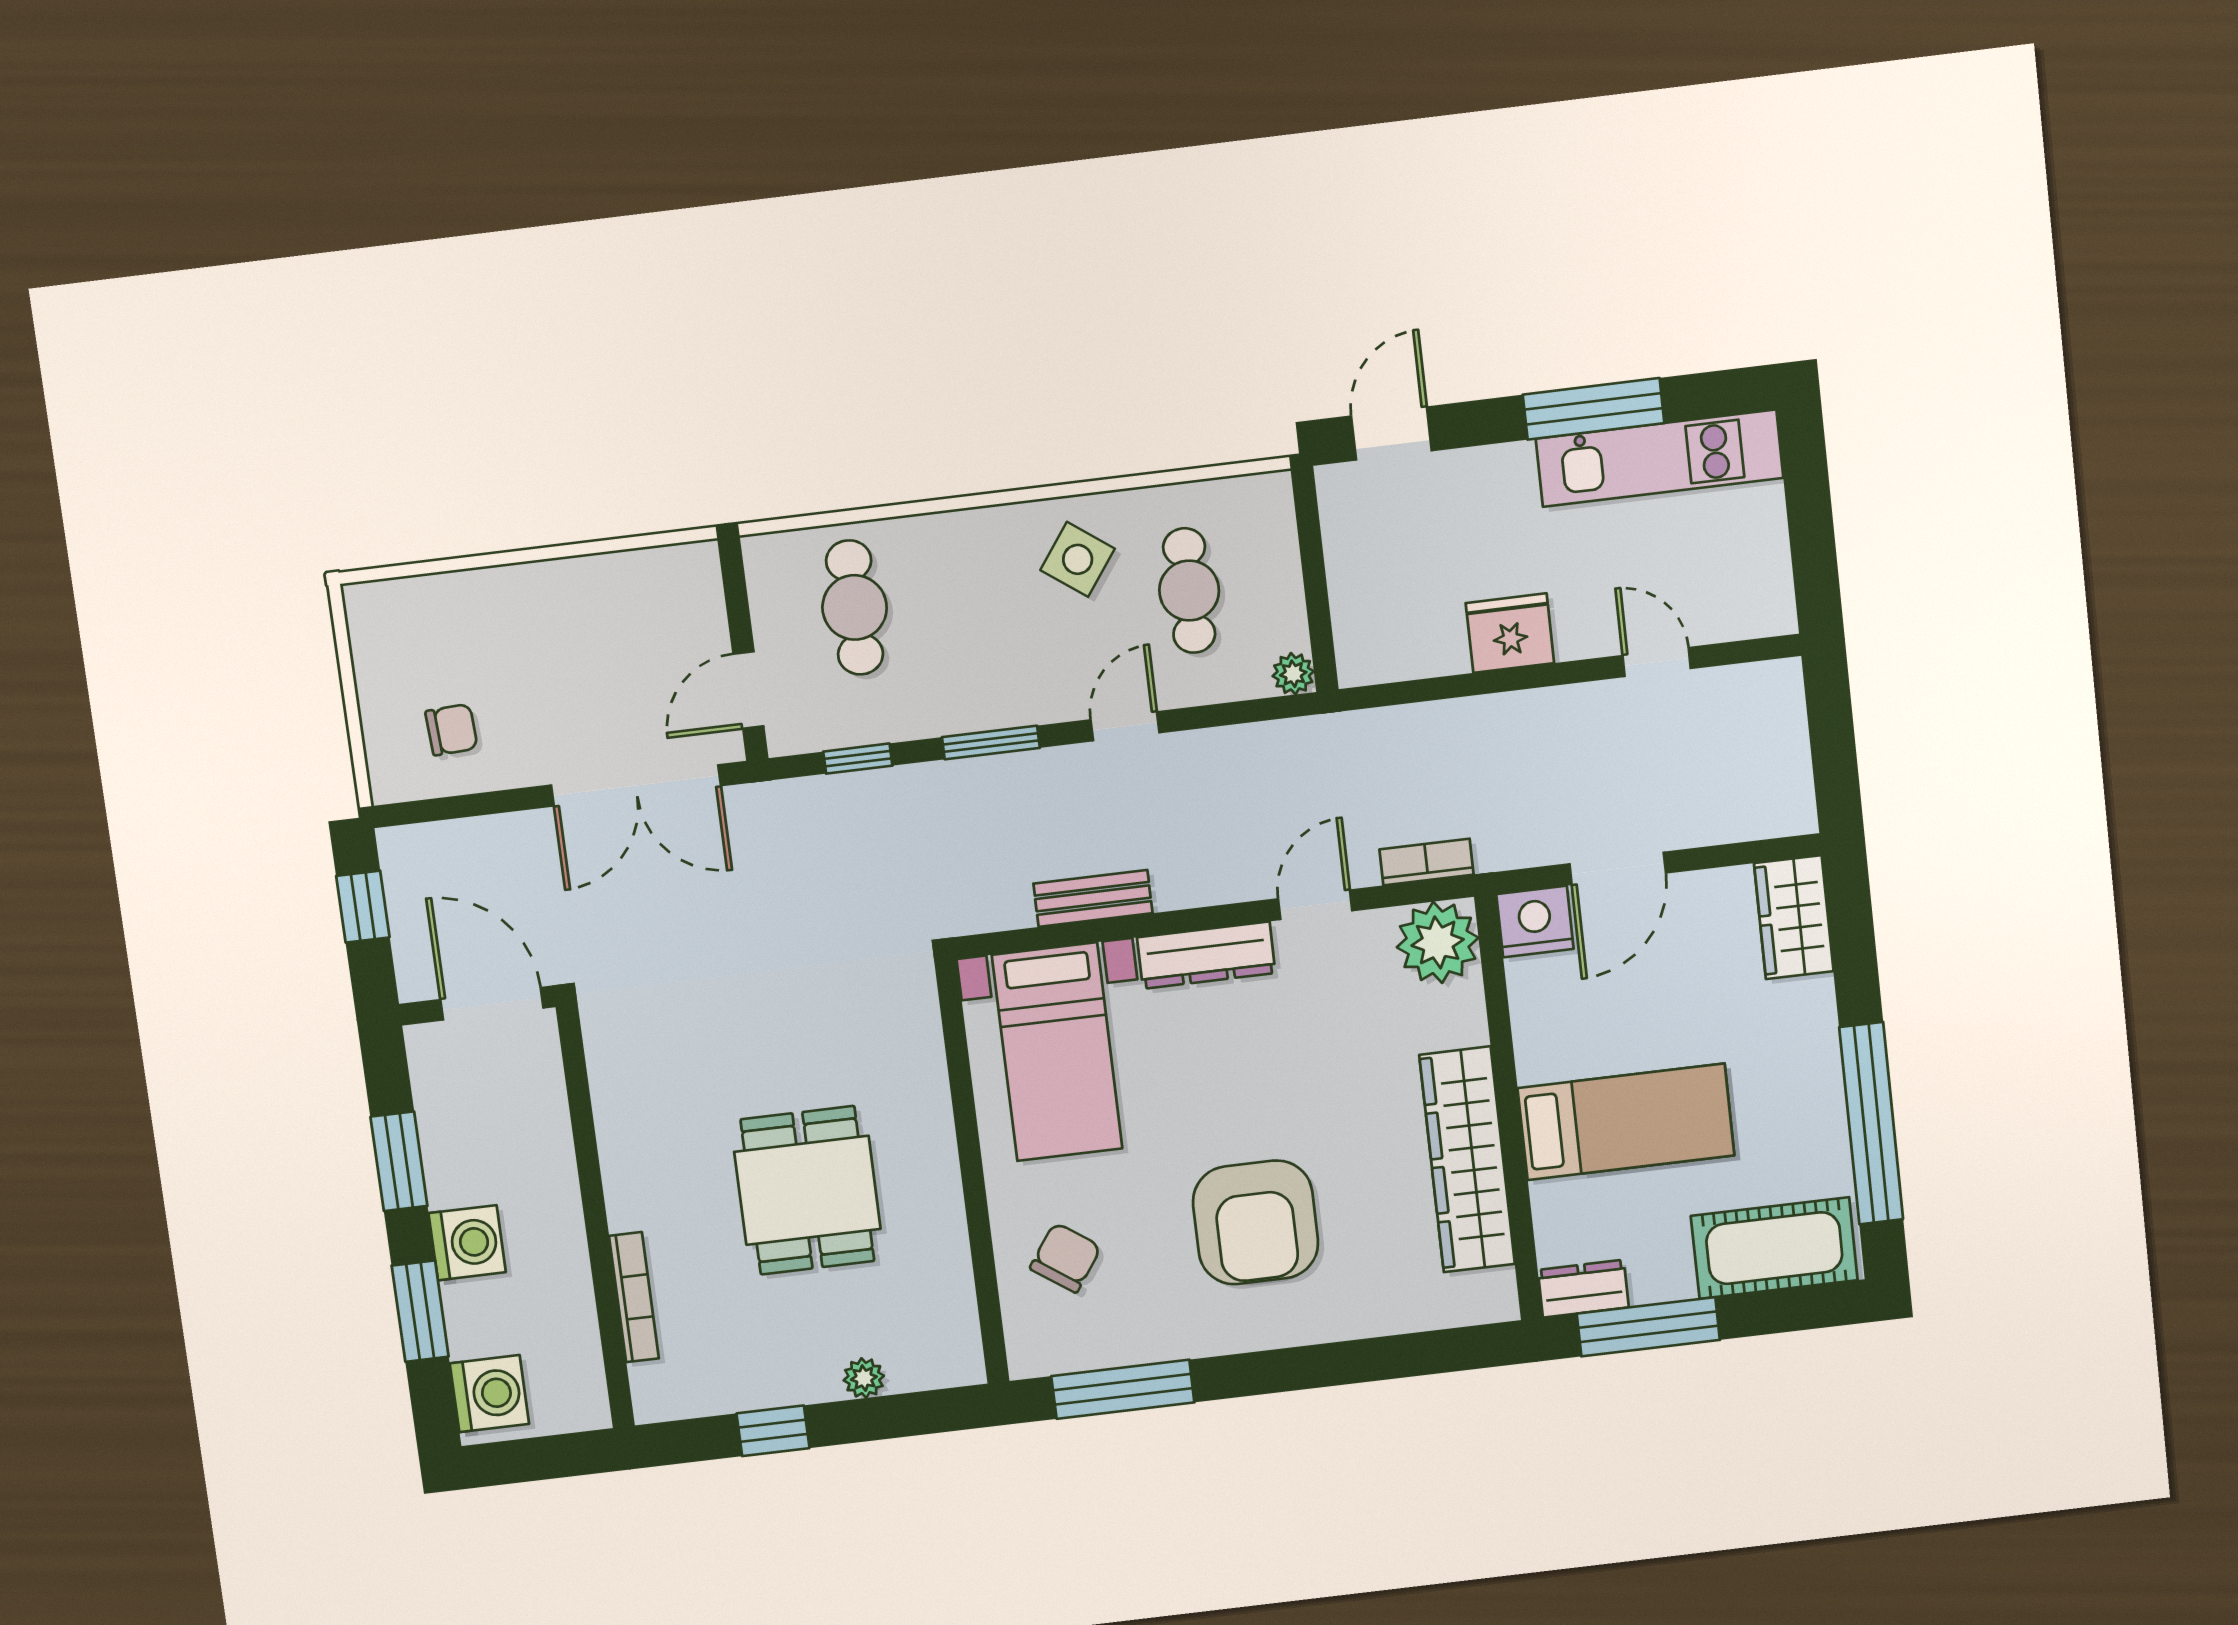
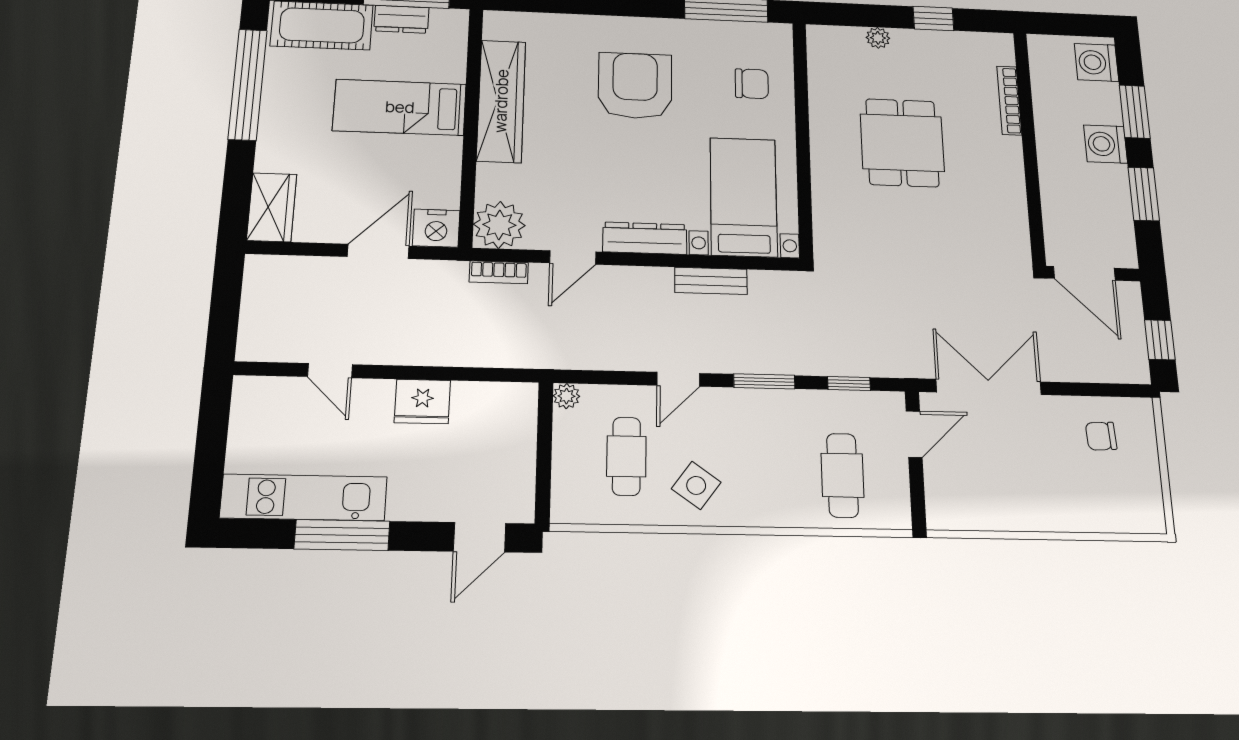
chair: (1065, 1258) -> (752, 84), turned -125
dresser: (1583, 1289) -> (401, 19), moved

